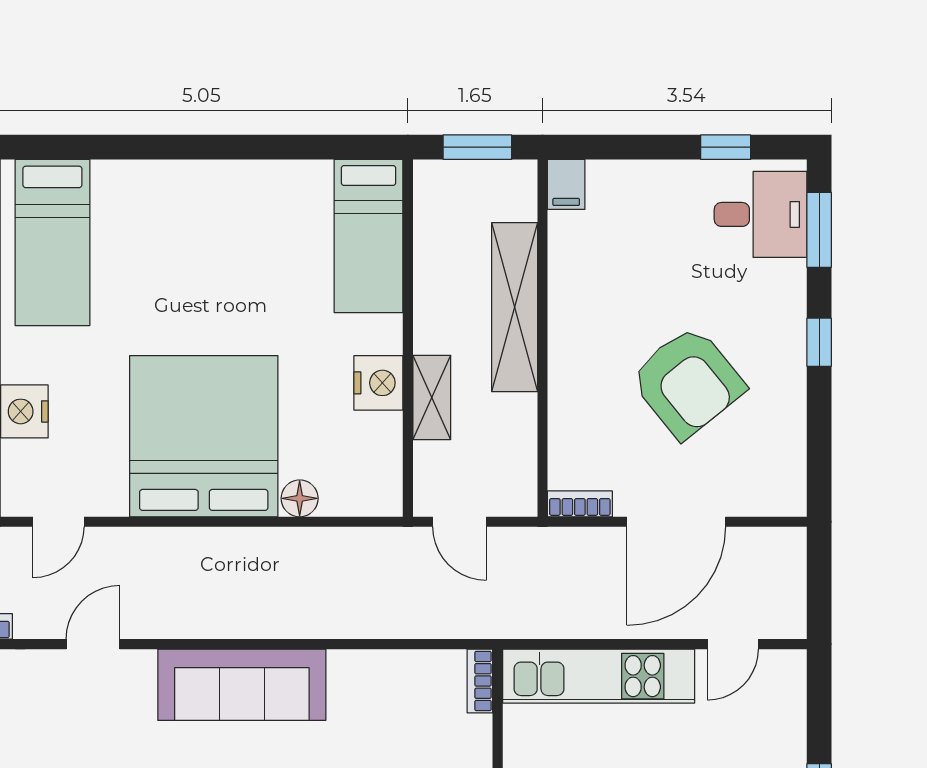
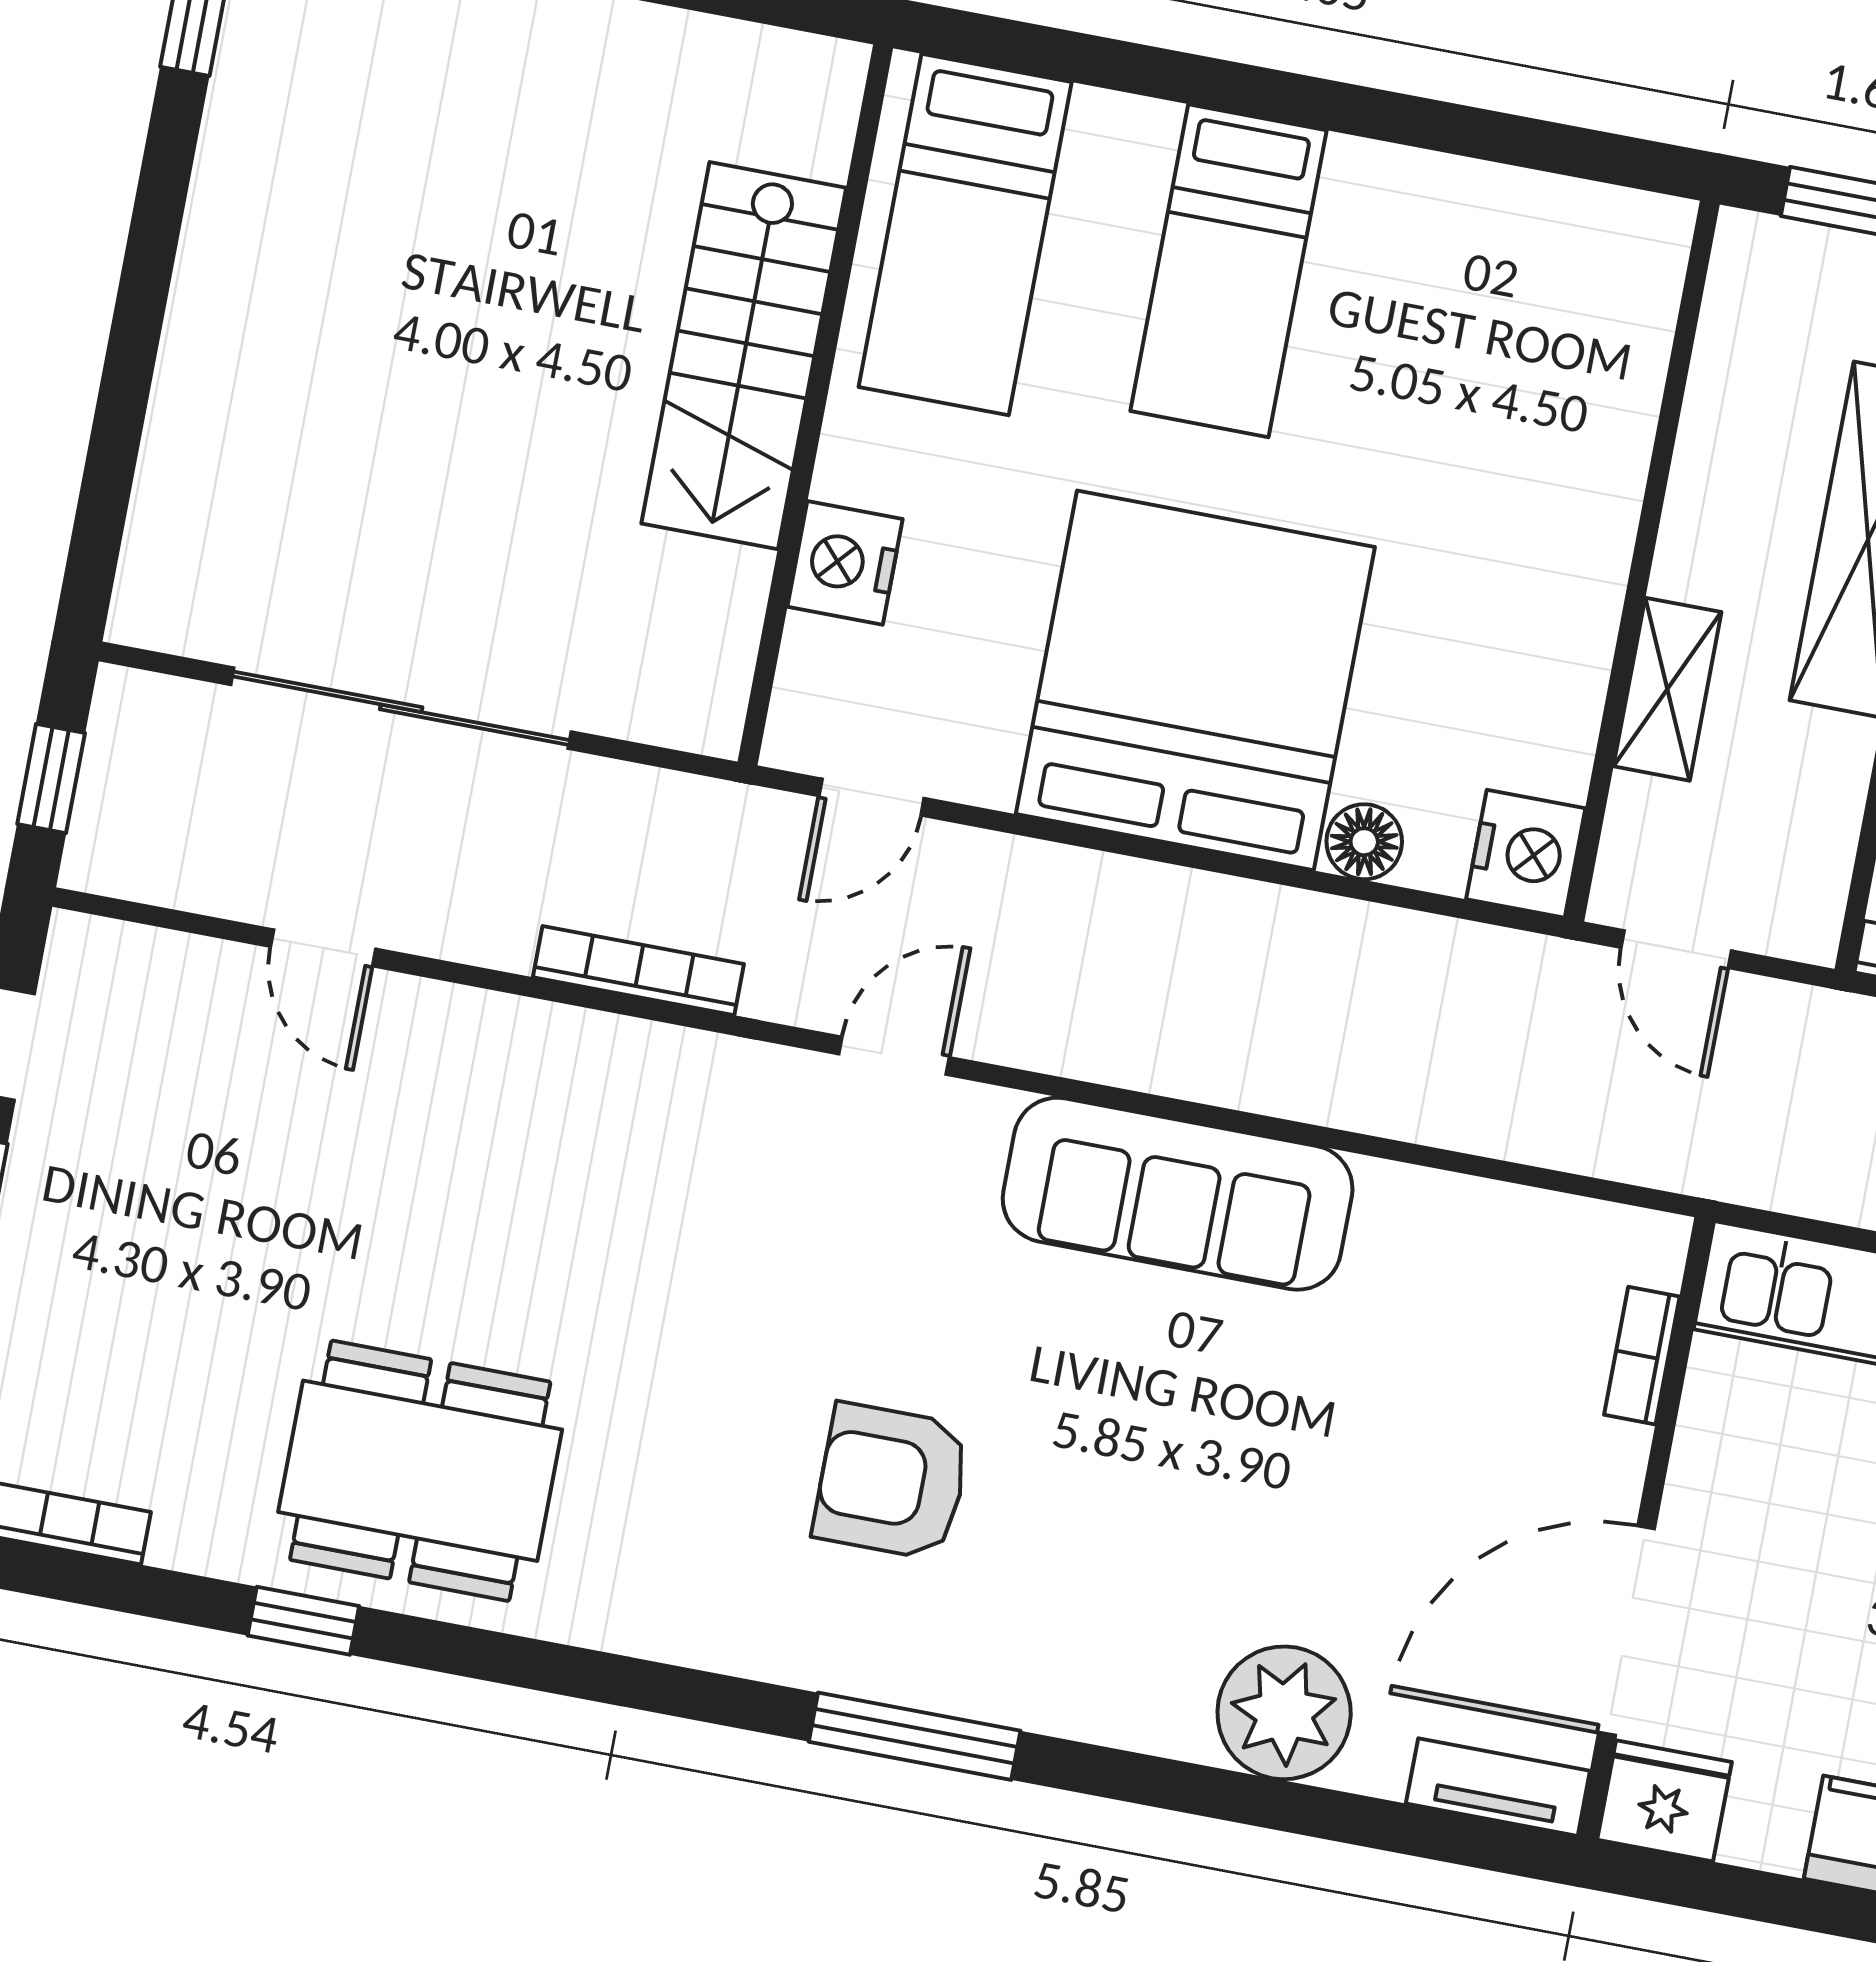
bed: (369, 236) -> (1228, 271), moved
nightstand: (378, 383) -> (1526, 854), moved
bookcase: (480, 681) -> (1642, 1356), moved

